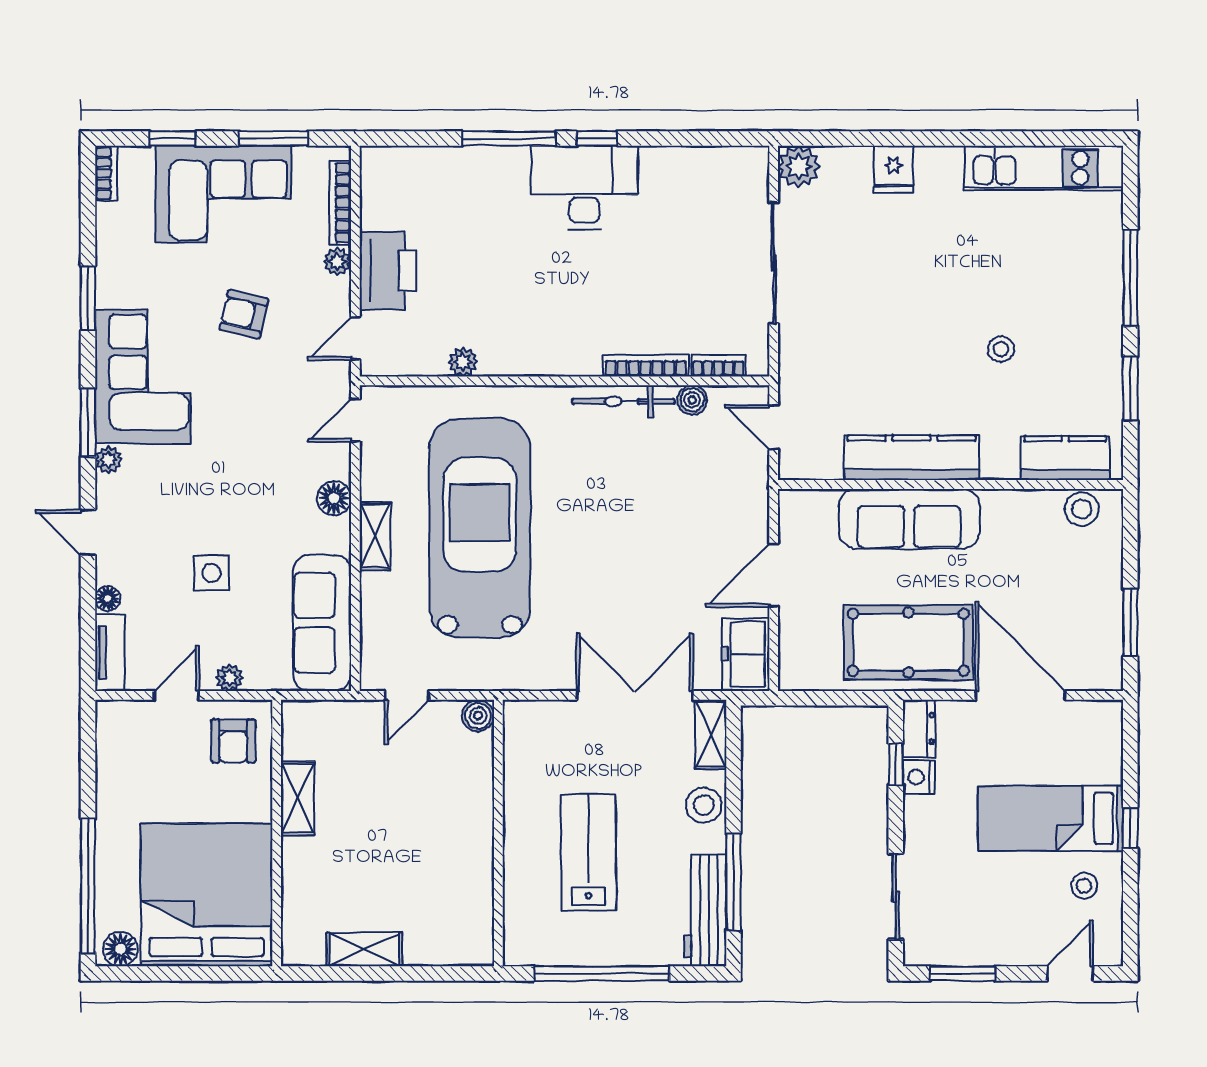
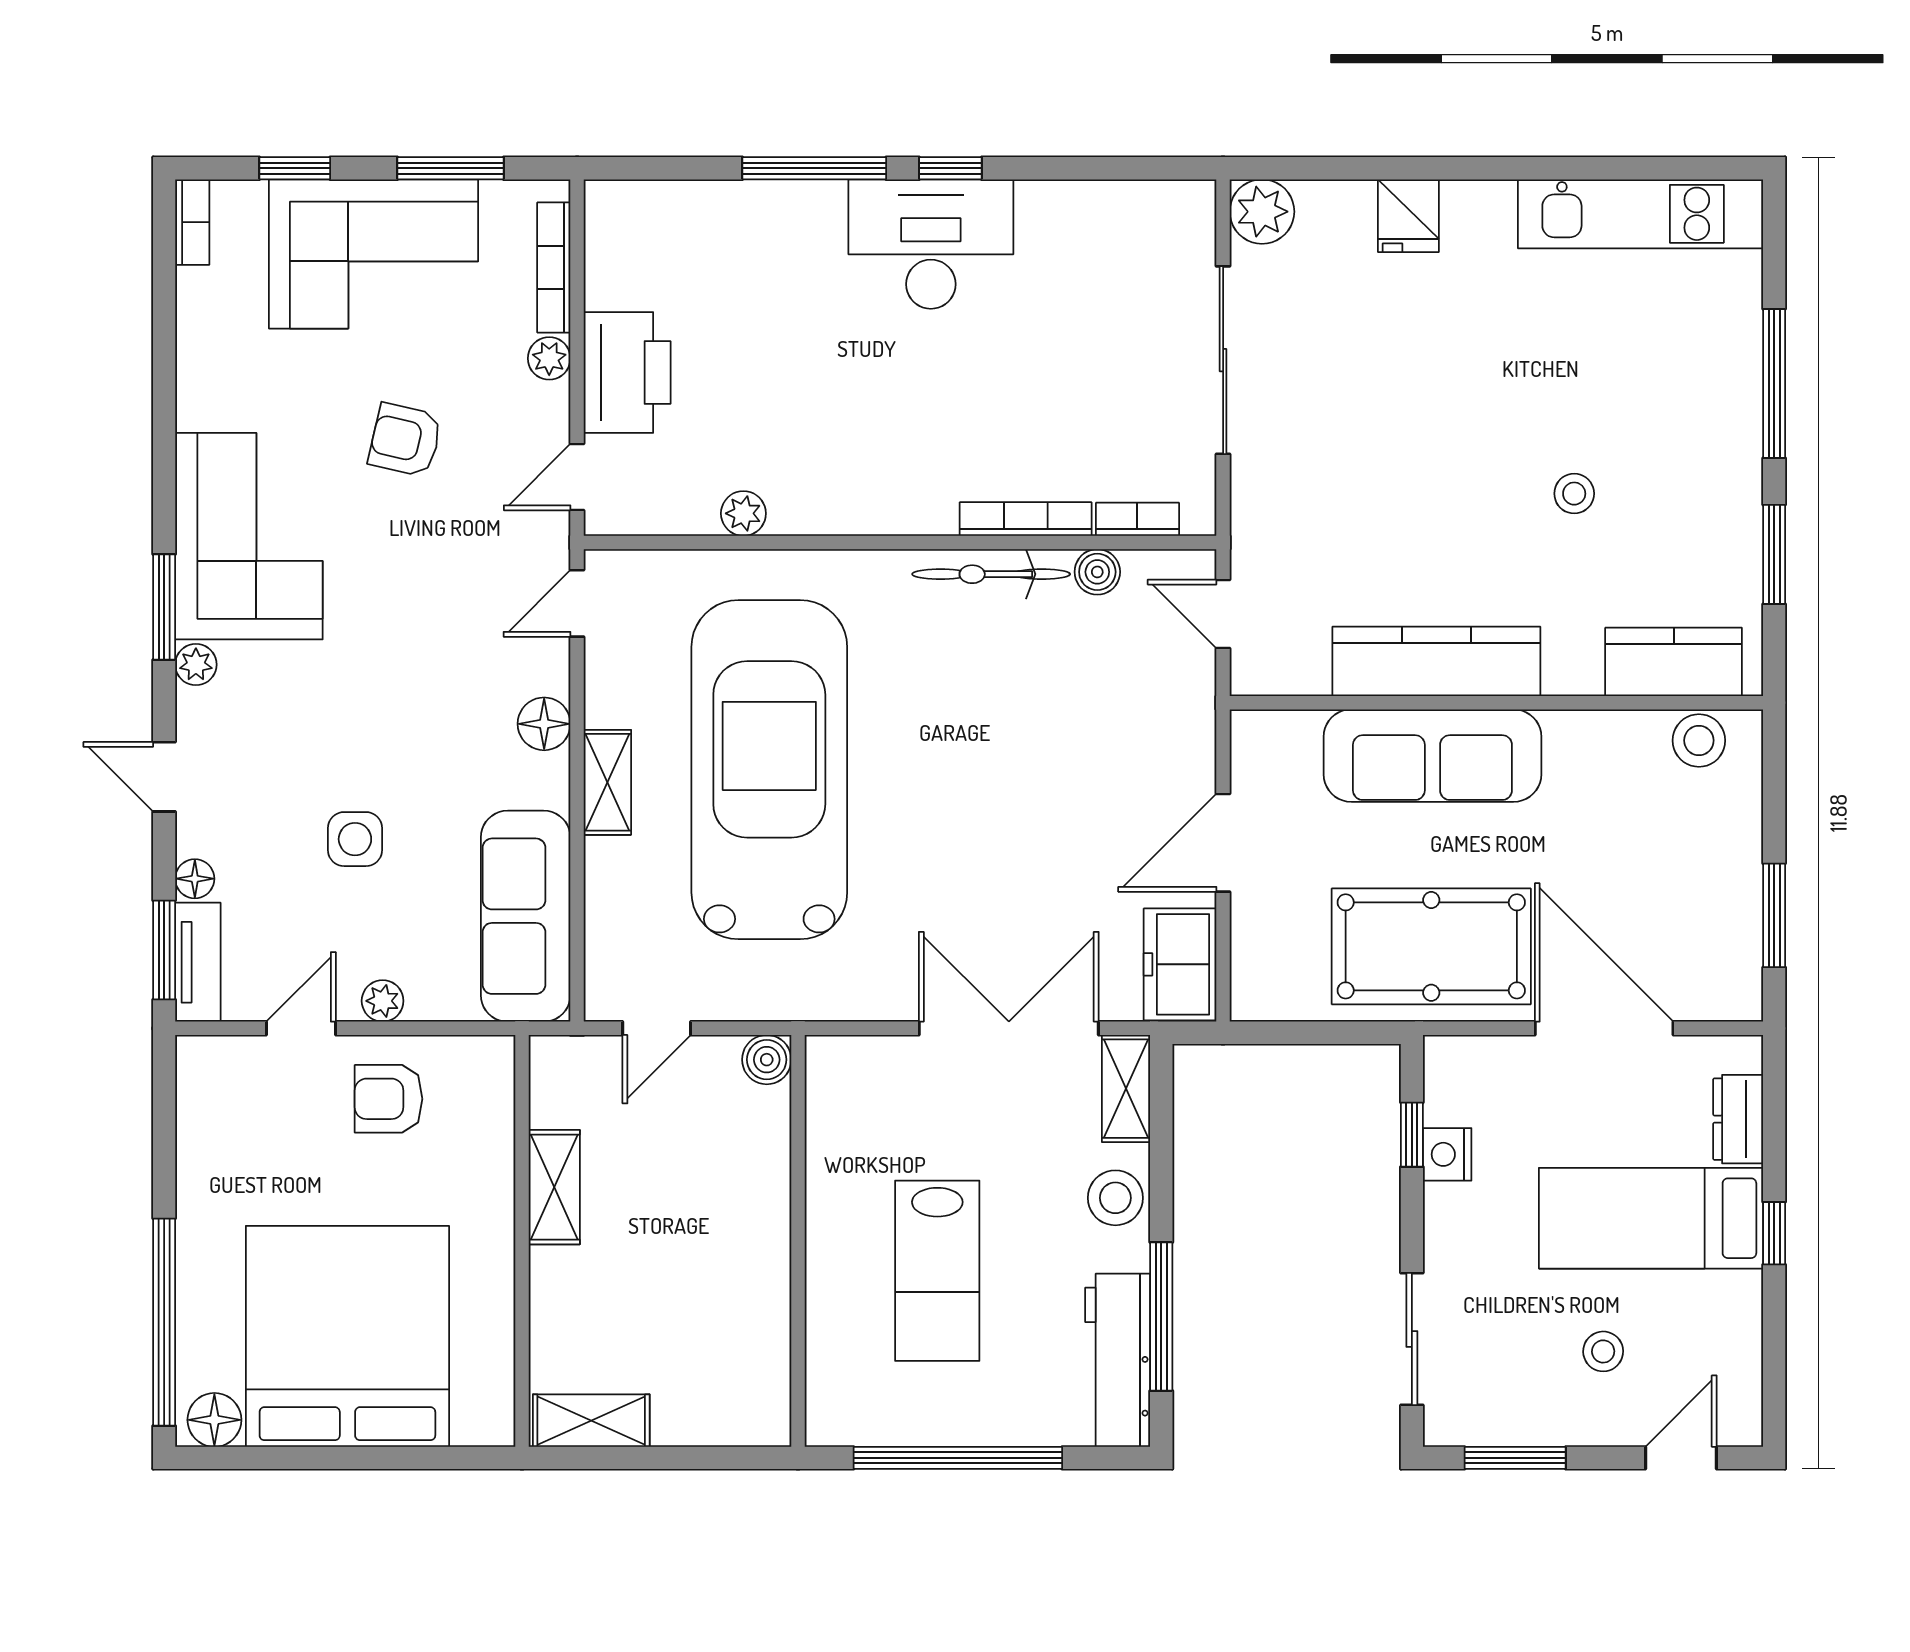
window: (88, 298) -> (164, 950), moved
dresser: (919, 728) -> (1738, 1119), moved, turned 180
armchair: (233, 741) -> (388, 1099), turned 90
shelving: (298, 798) -> (554, 1187), moved
wall: (277, 833) -> (522, 1241), moved
lab bench: (589, 852) -> (937, 1271), turned 180
stool: (1084, 886) -> (1603, 1351), moved

